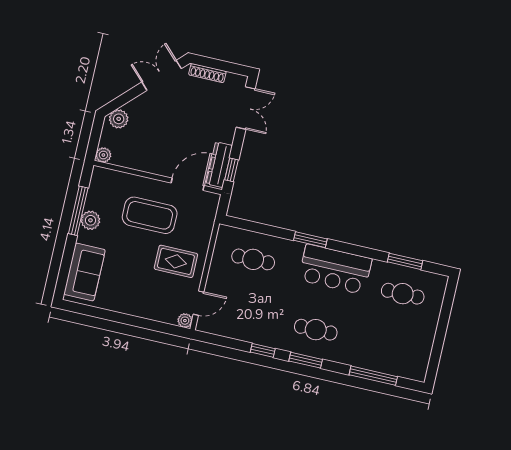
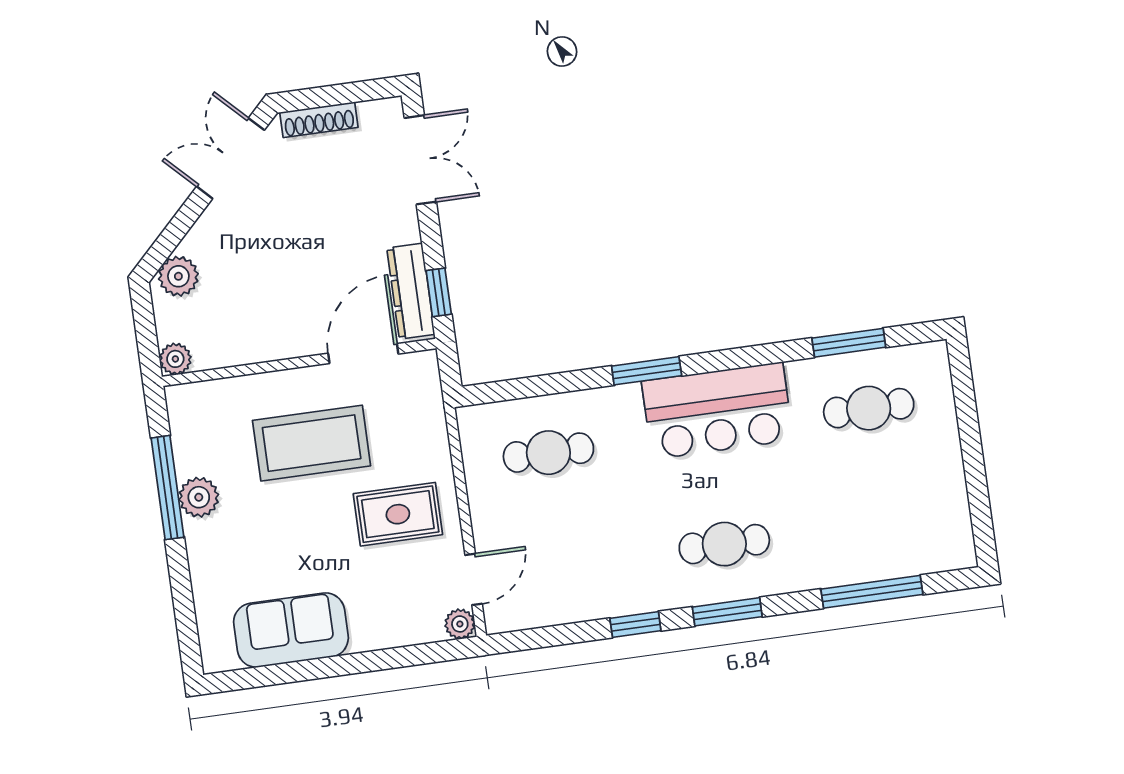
sofa: (85, 272) -> (291, 630), moved, turned -90

